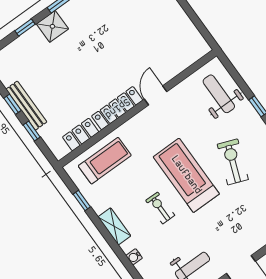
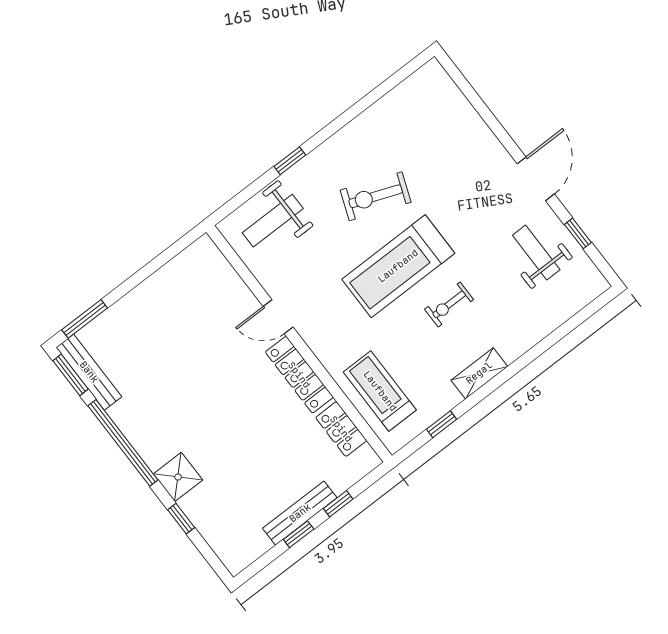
water cooler: (134, 257) -> (525, 342), removed

